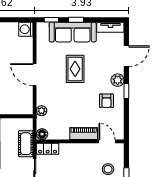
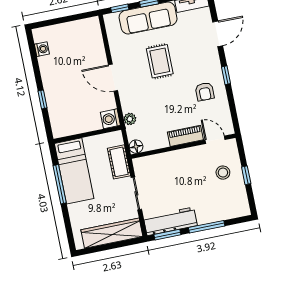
washing machine: (26, 29) -> (110, 119), moved
plant: (118, 80) -> (213, 64), removed
locker: (48, 149) -> (146, 163), removed

